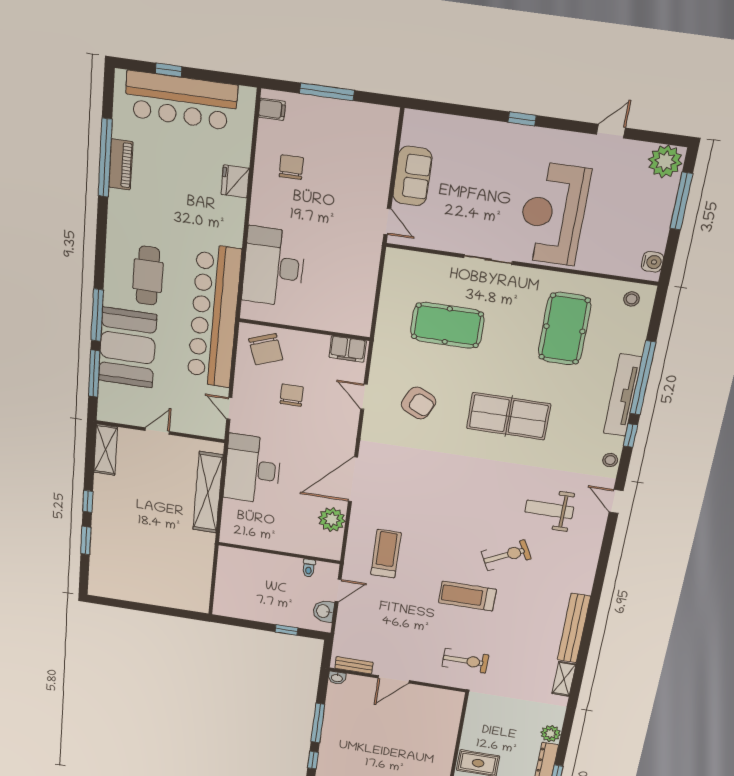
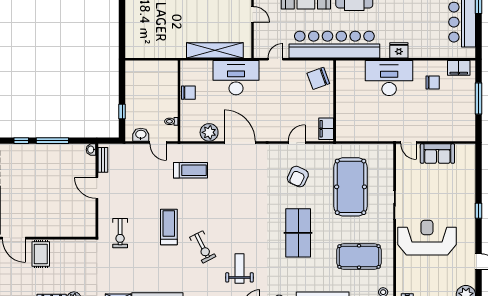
filing cabinet: (272, 109) -> (459, 68), width x2.00
fridge: (235, 181) -> (399, 50), moved
door: (387, 222) -> (409, 143), hinge flipped
desk: (274, 267) -> (389, 78), moved
pool table: (447, 325) -> (351, 187), width x1.36, depth x1.32
chair: (292, 395) -> (188, 93), moved

